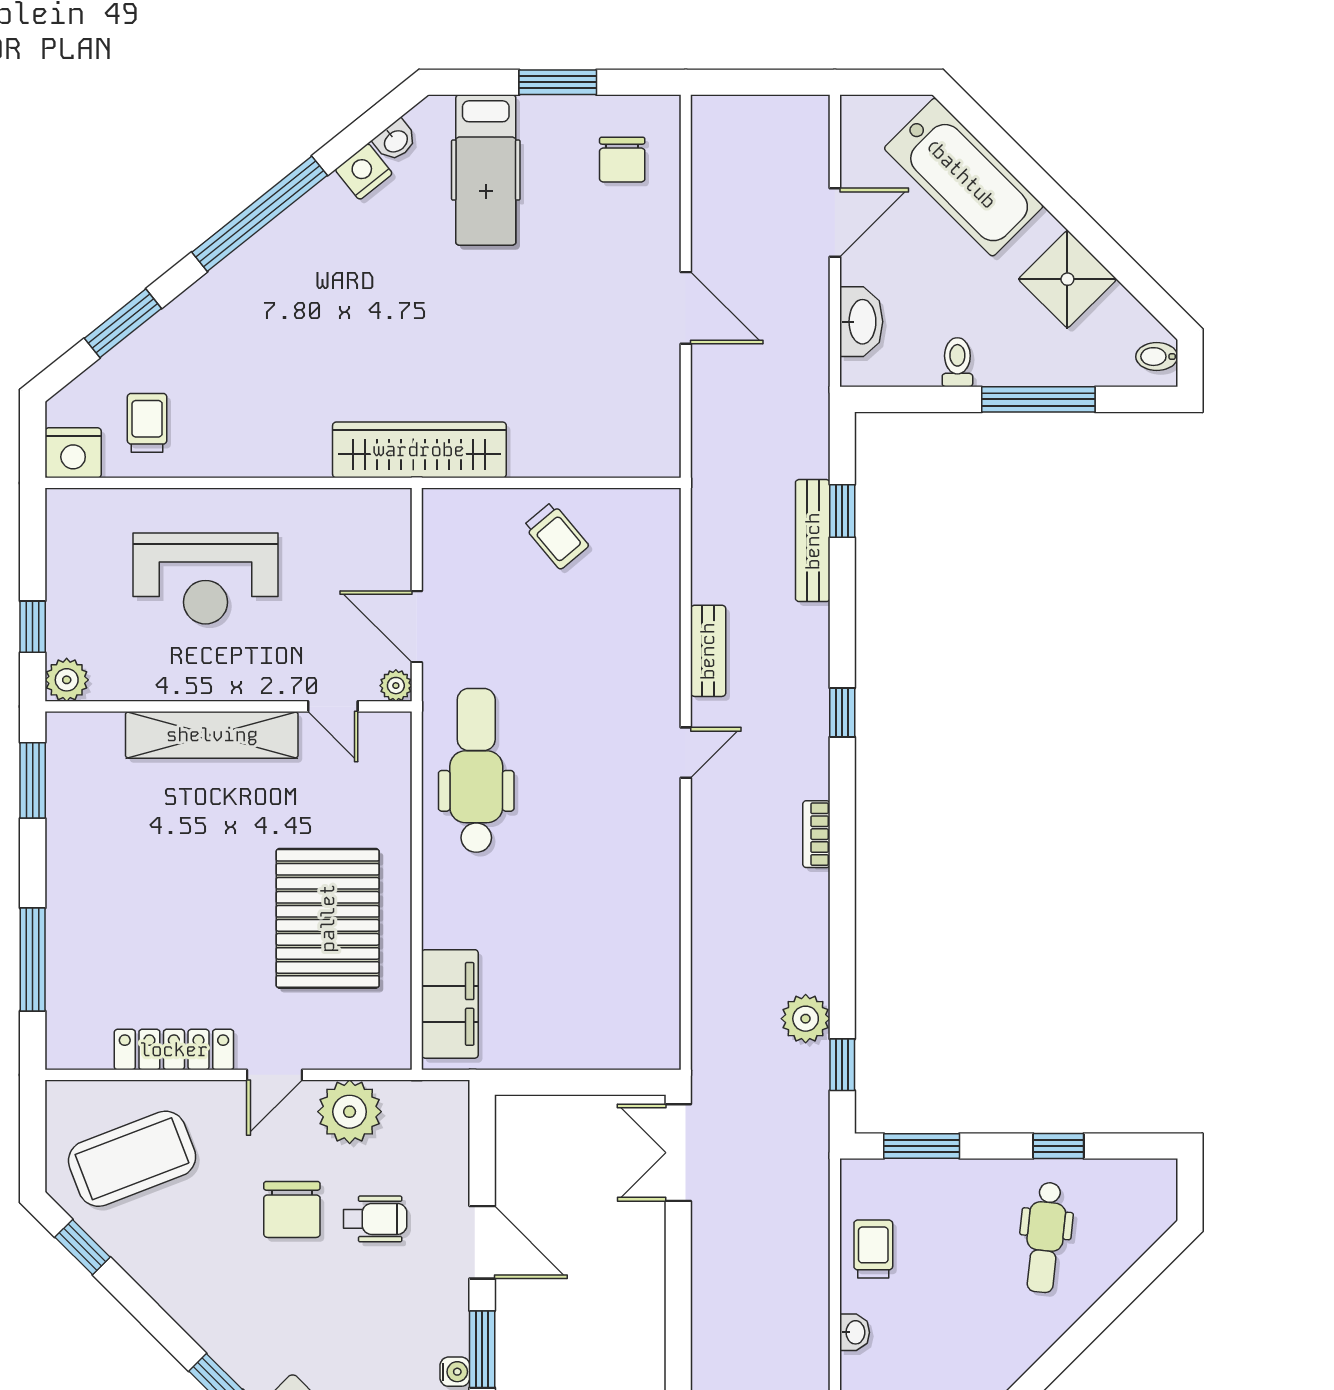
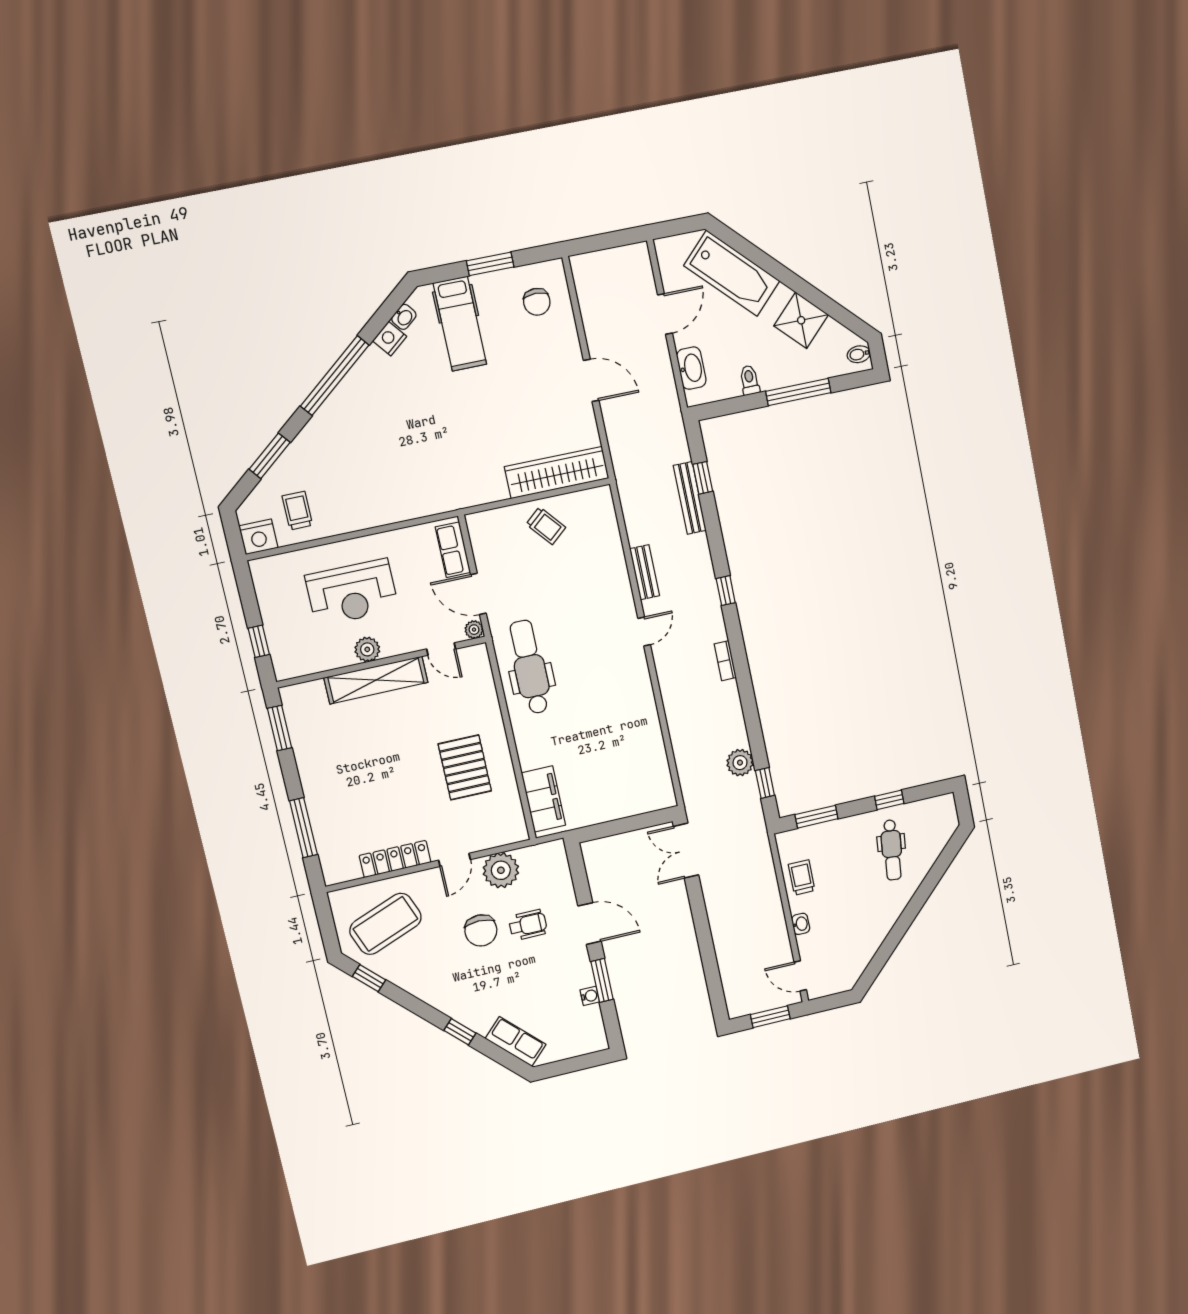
wardrobe: (419, 450) -> (557, 472), moved
row of seats: (390, 543) -> (453, 550), added
plant: (67, 680) -> (367, 649), moved
pallet: (328, 918) -> (465, 767), width x0.73, depth x0.71

